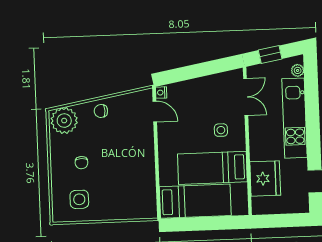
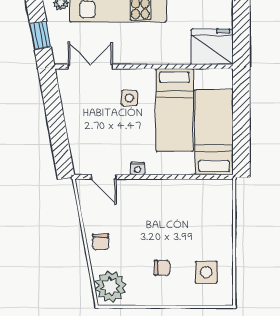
nightstand: (161, 93) -> (138, 168), moved
door: (155, 112) -> (104, 177), swing flipped
fridge: (265, 179) -> (212, 47), moved

